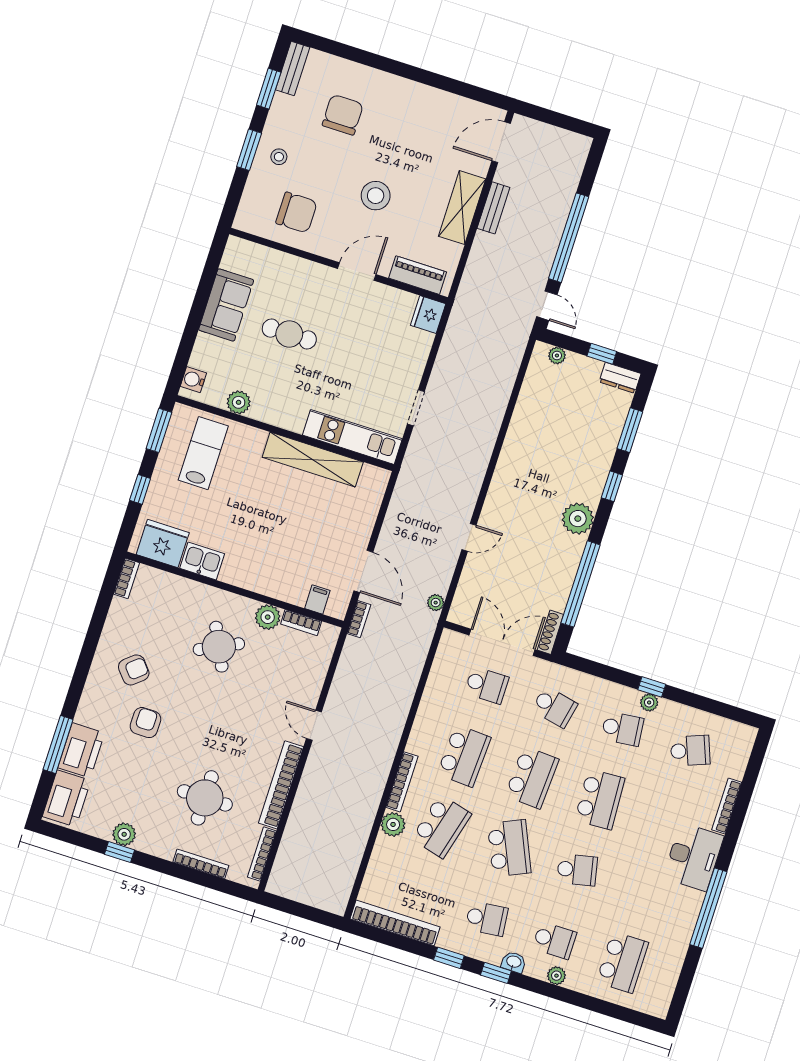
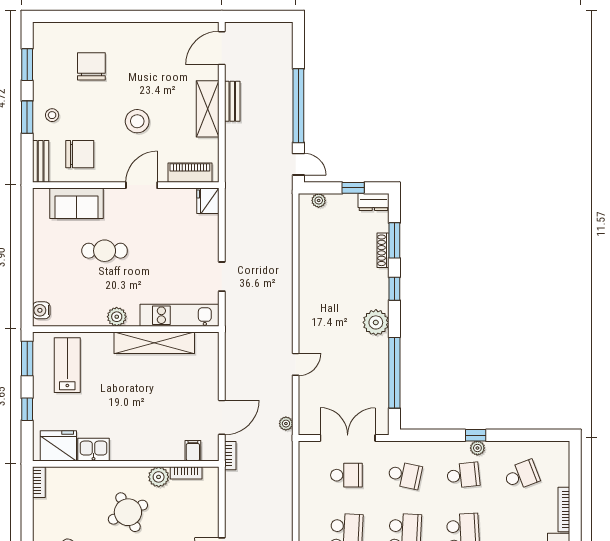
bench: (293, 69) -> (41, 161), moved
sofa: (226, 305) -> (76, 203), moved, turned 90
plant: (239, 402) -> (117, 317), moved
door: (363, 571) -> (222, 417), hinge flipped
shoe rack: (550, 632) -> (383, 250), moved

